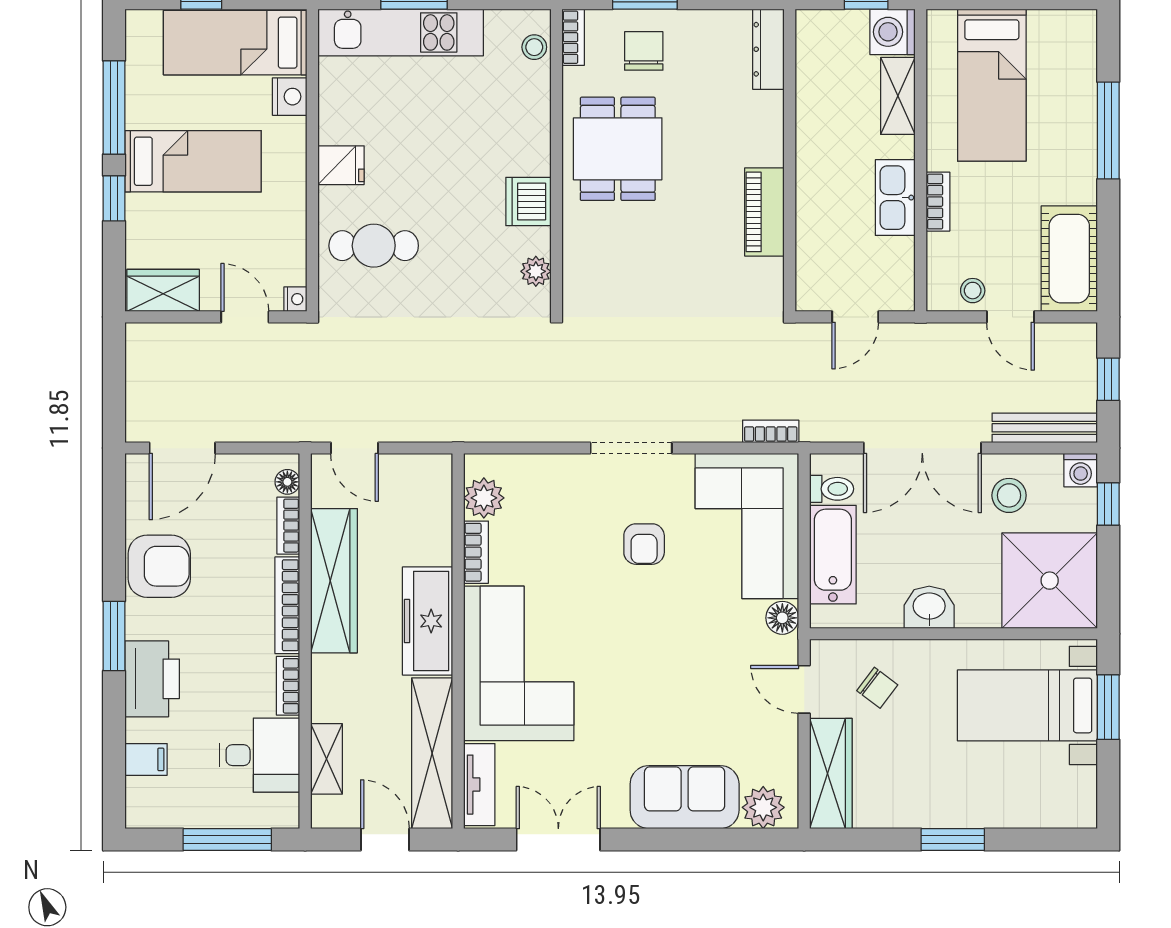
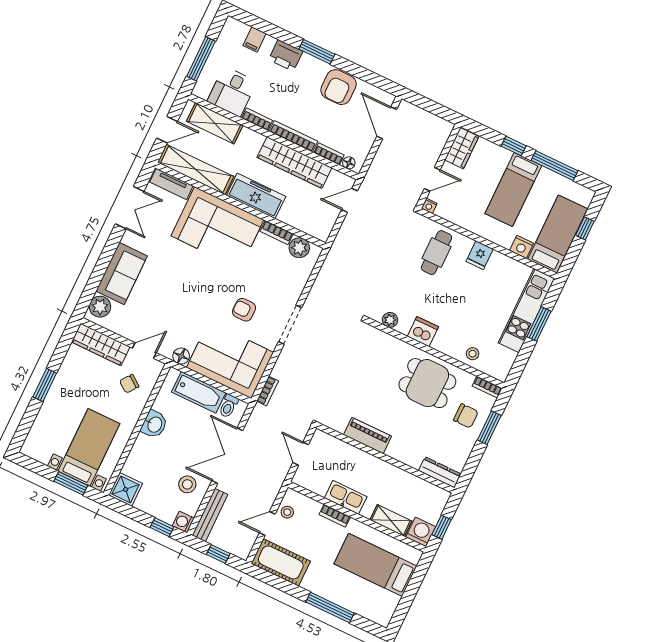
stool: (534, 47) -> (473, 354), moved
shower: (1050, 581) -> (126, 489), width x0.54, depth x0.54
printer: (152, 679) -> (286, 55), width x0.73, depth x0.84
shelving: (326, 759) -> (215, 123), width x1.50, depth x1.33

